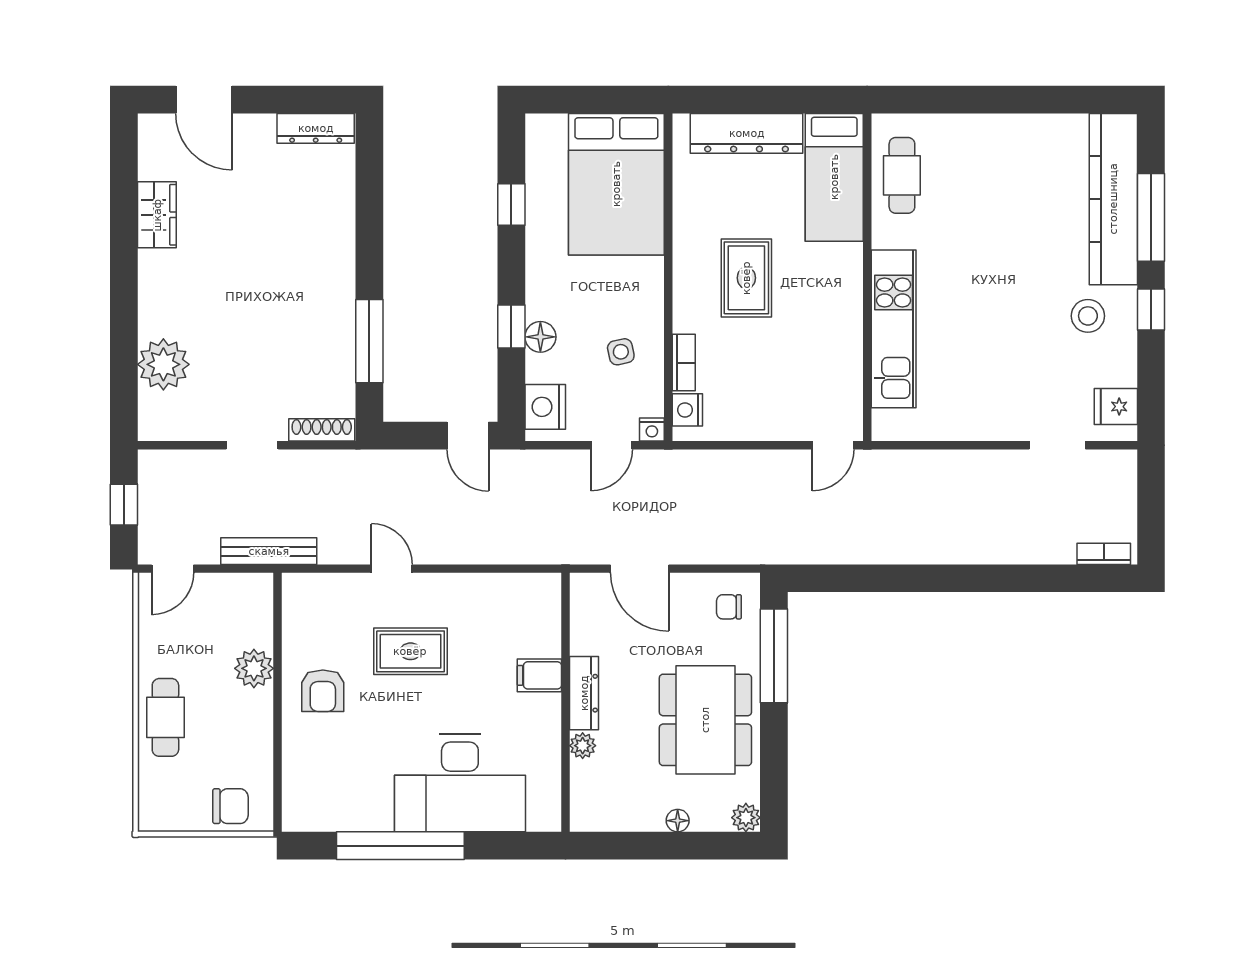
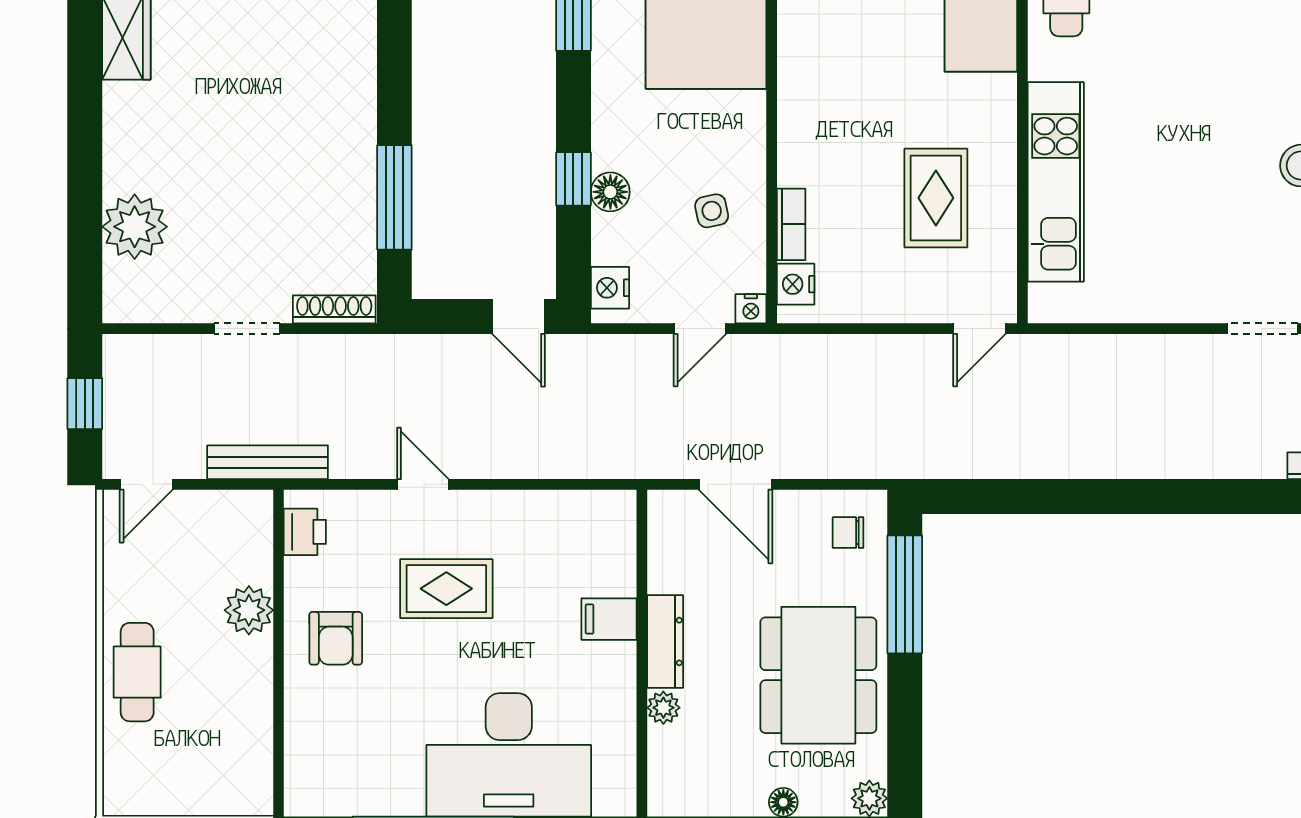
rug: (746, 278) -> (936, 198), moved
nightstand: (545, 407) -> (610, 288), width x0.74, depth x0.75
printer: (298, 606) -> (305, 532), added
chair: (231, 806) -> (219, 784), removed

